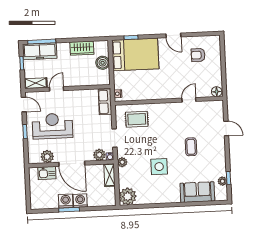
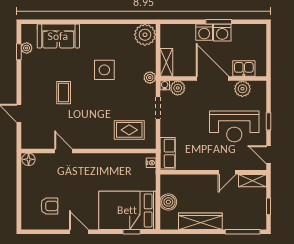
wardrobe: (82, 48) -> (200, 221), width x1.50
freezer: (40, 51) -> (246, 220), removed
door: (189, 100) -> (63, 151), swing flipped

